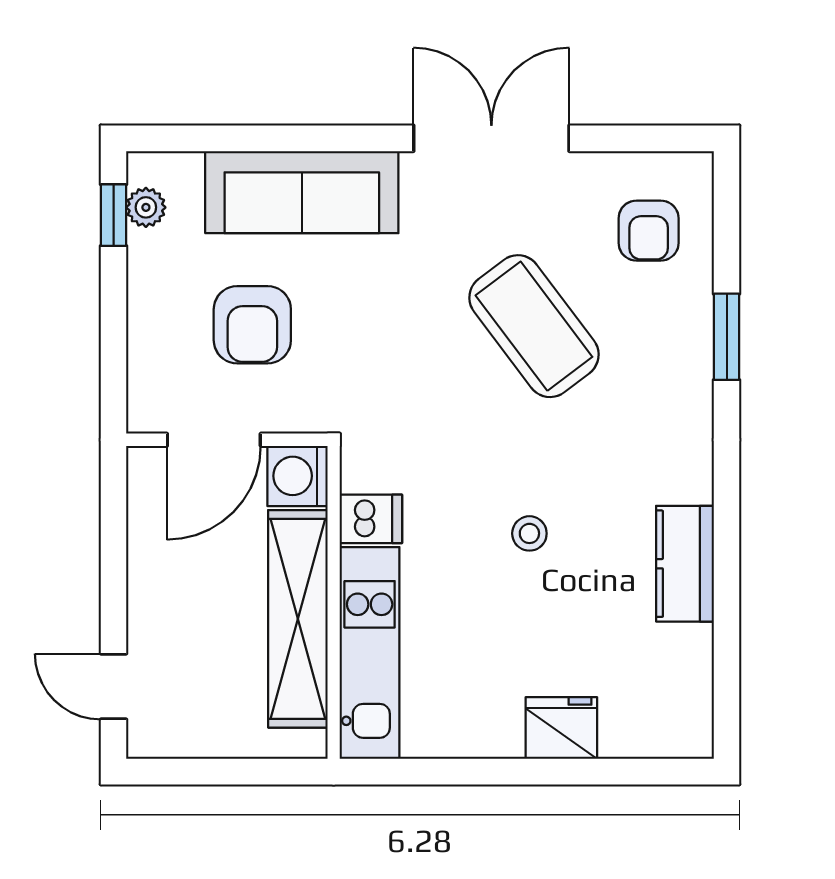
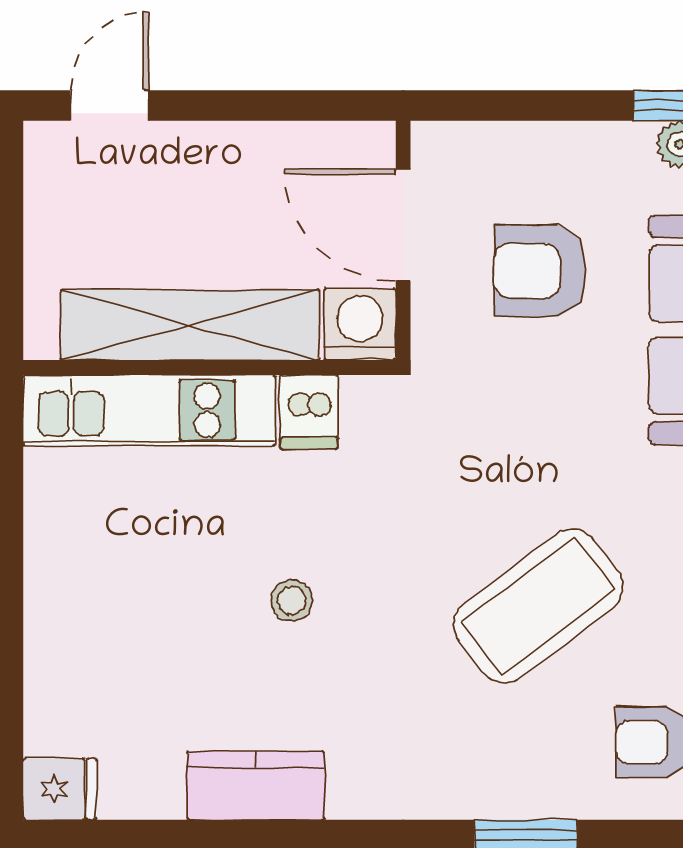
fridge: (561, 728) -> (60, 789), moved, width x0.72

